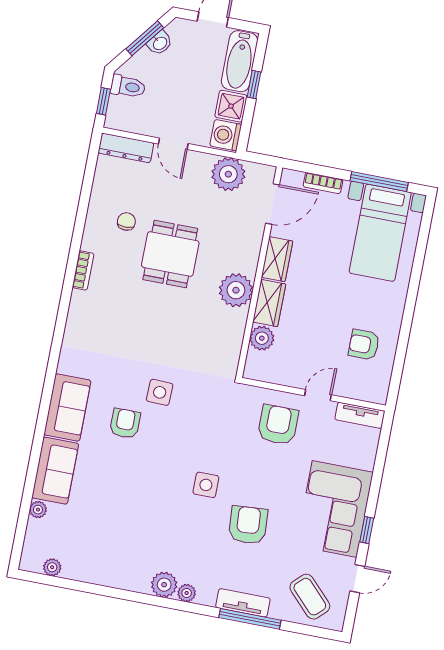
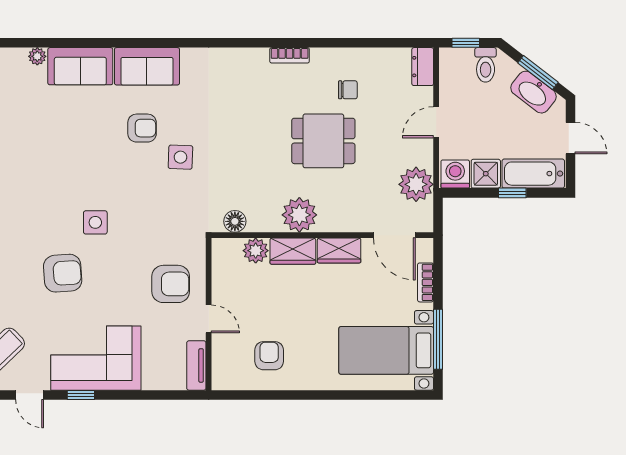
washbasin: (160, 43) -> (533, 92), width x1.91, depth x1.45
dresser: (126, 148) -> (423, 67), width x0.70
floor lamp: (230, 353) -> (235, 221), added

